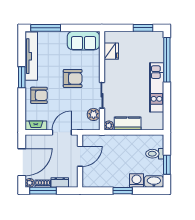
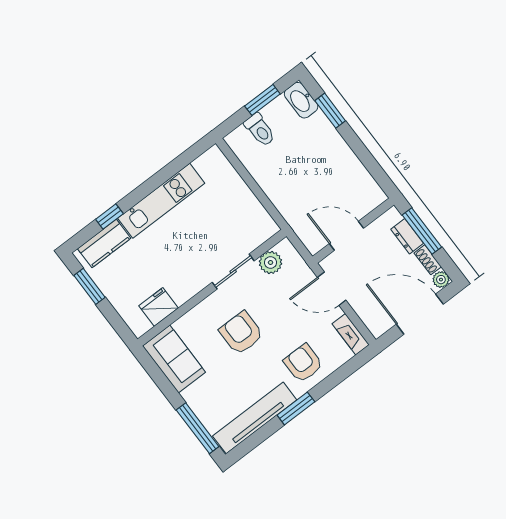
window: (167, 60) -> (109, 216), width x0.32
kitchen counter: (128, 123) -> (104, 243), moved, turned -90
plant: (109, 126) -> (270, 228), removed
washing machine: (137, 180) -> (319, 127), removed
window: (43, 191) -> (422, 231), moved
window: (123, 191) -> (330, 111), moved

